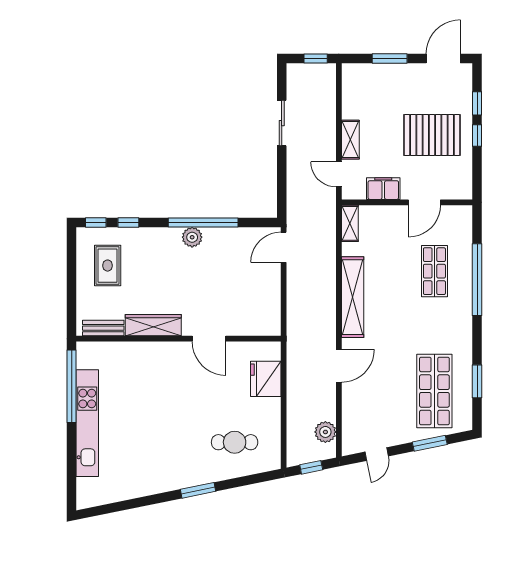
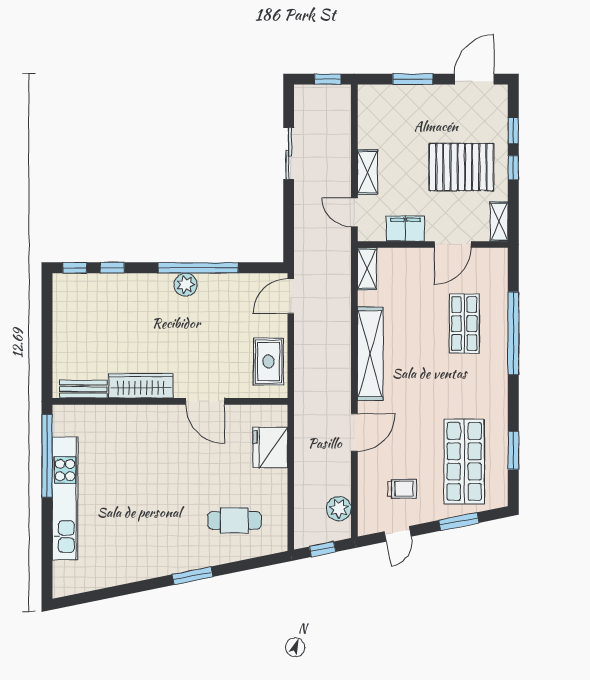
shelving: (465, 182) -> (499, 222), added
rug: (108, 266) -> (268, 362), moved
trolley: (380, 415) -> (402, 489), added

